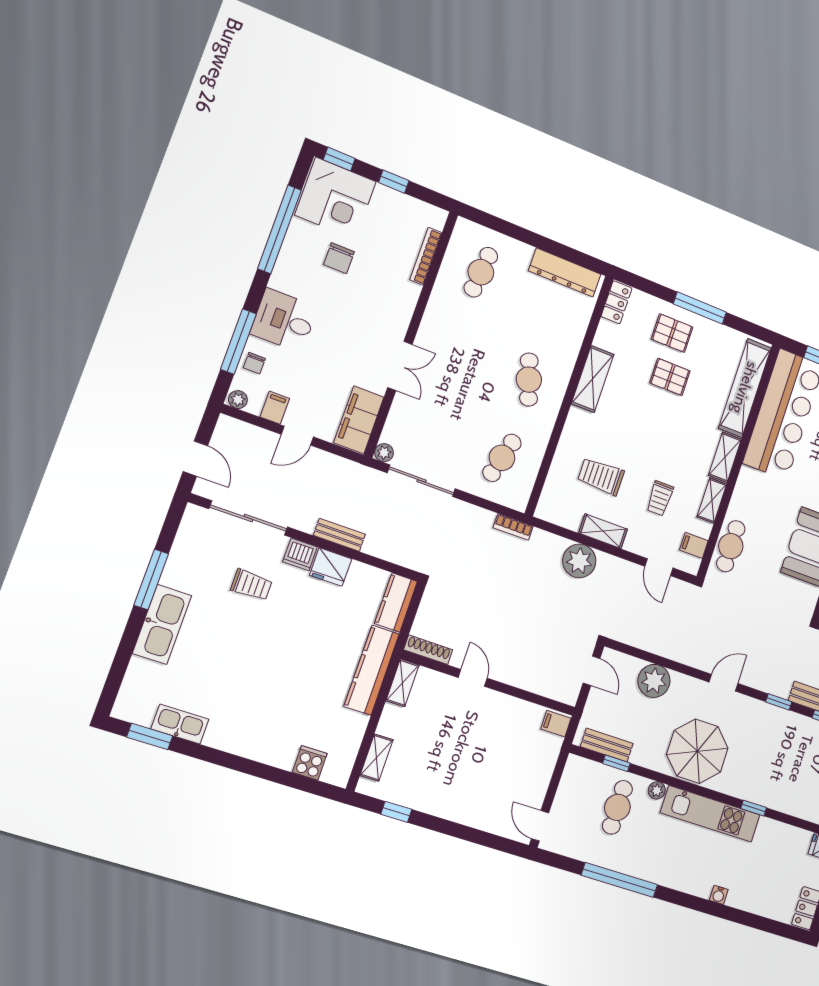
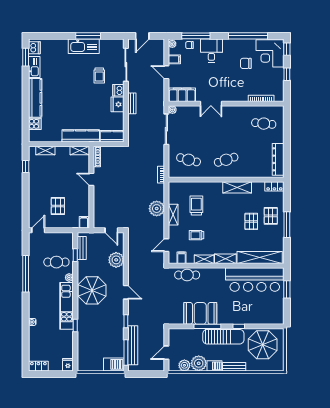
kitchen sink: (162, 624) -> (84, 46), moved
door: (592, 671) -> (111, 230), hinge flipped
door: (473, 678) -> (91, 179), swing flipped
dishwasher: (135, 710) -> (34, 48), added
kitchen counter: (251, 744) -> (35, 98), added
pallet: (504, 768) -> (58, 206), added

